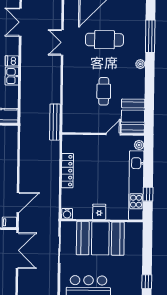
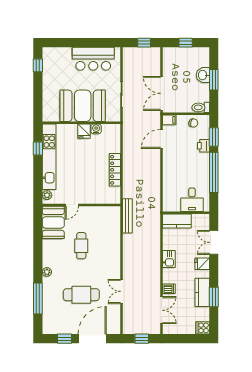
double door: (62, 43) -> (121, 291), swing flipped
dishwasher: (12, 61) -> (169, 289), moved
water cooler: (67, 214) -> (96, 129), moved

